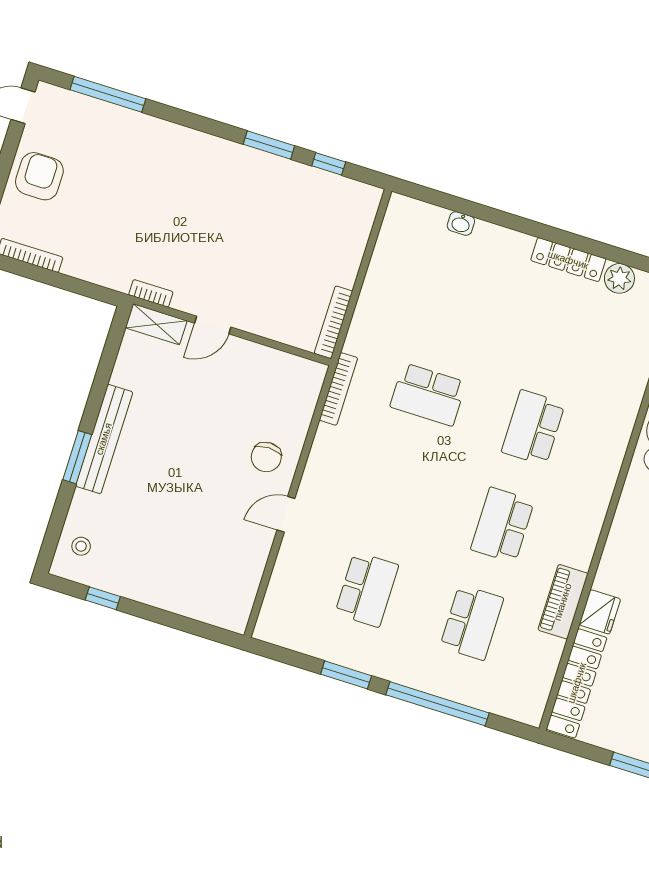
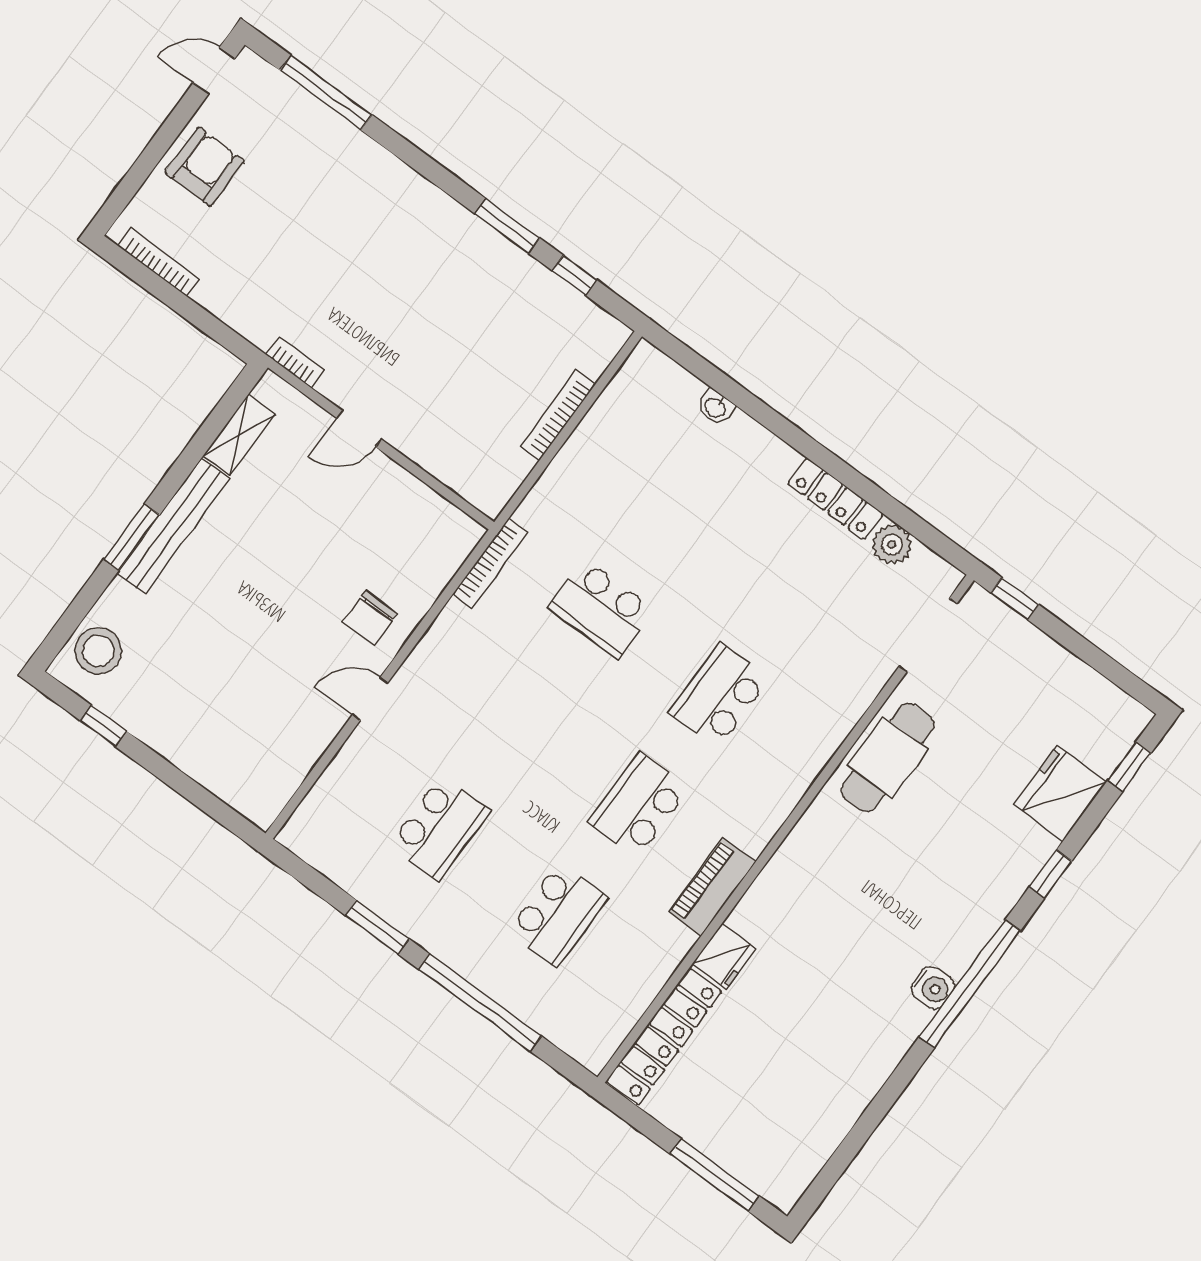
bookcase: (333, 322) -> (558, 415), moved
shelving: (156, 324) -> (239, 435), moved, turned 90
stool: (81, 546) -> (98, 651), width x1.89, depth x1.89
piano: (563, 602) -> (712, 887), moved

